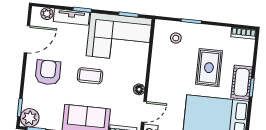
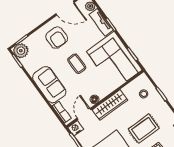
armchair: (48, 72) -> (57, 38), turned 90
wardrobe: (157, 79) -> (110, 105), added
door: (144, 112) -> (84, 114), swing flipped

